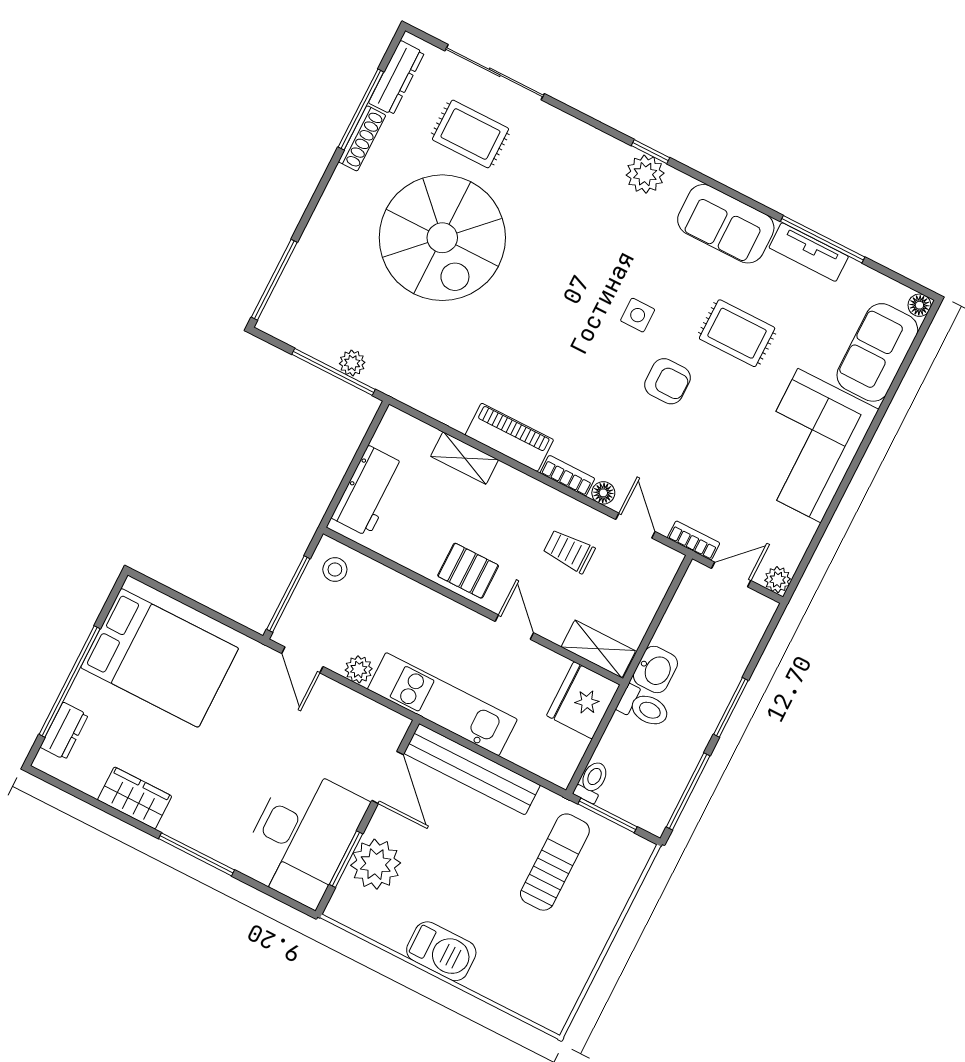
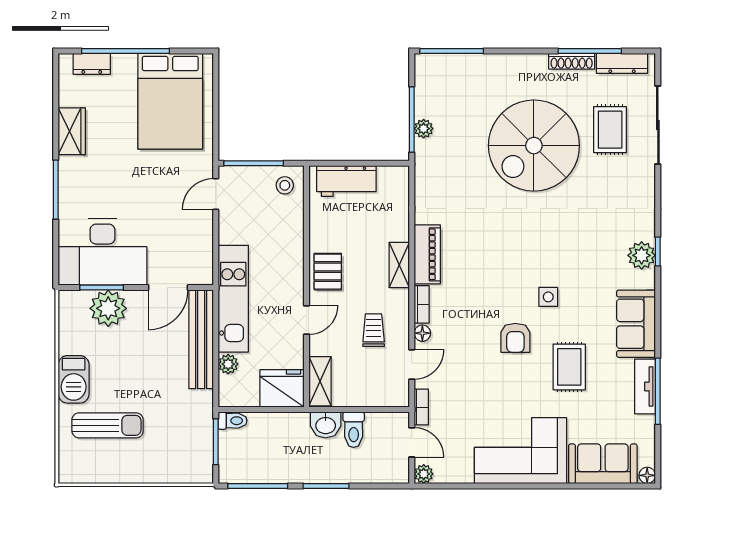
shelving: (464, 458) -> (399, 265), moved
plant: (359, 669) -> (228, 364), moved
toilet: (644, 707) -> (354, 430), moved
sun lounger: (555, 862) -> (108, 425), moved

